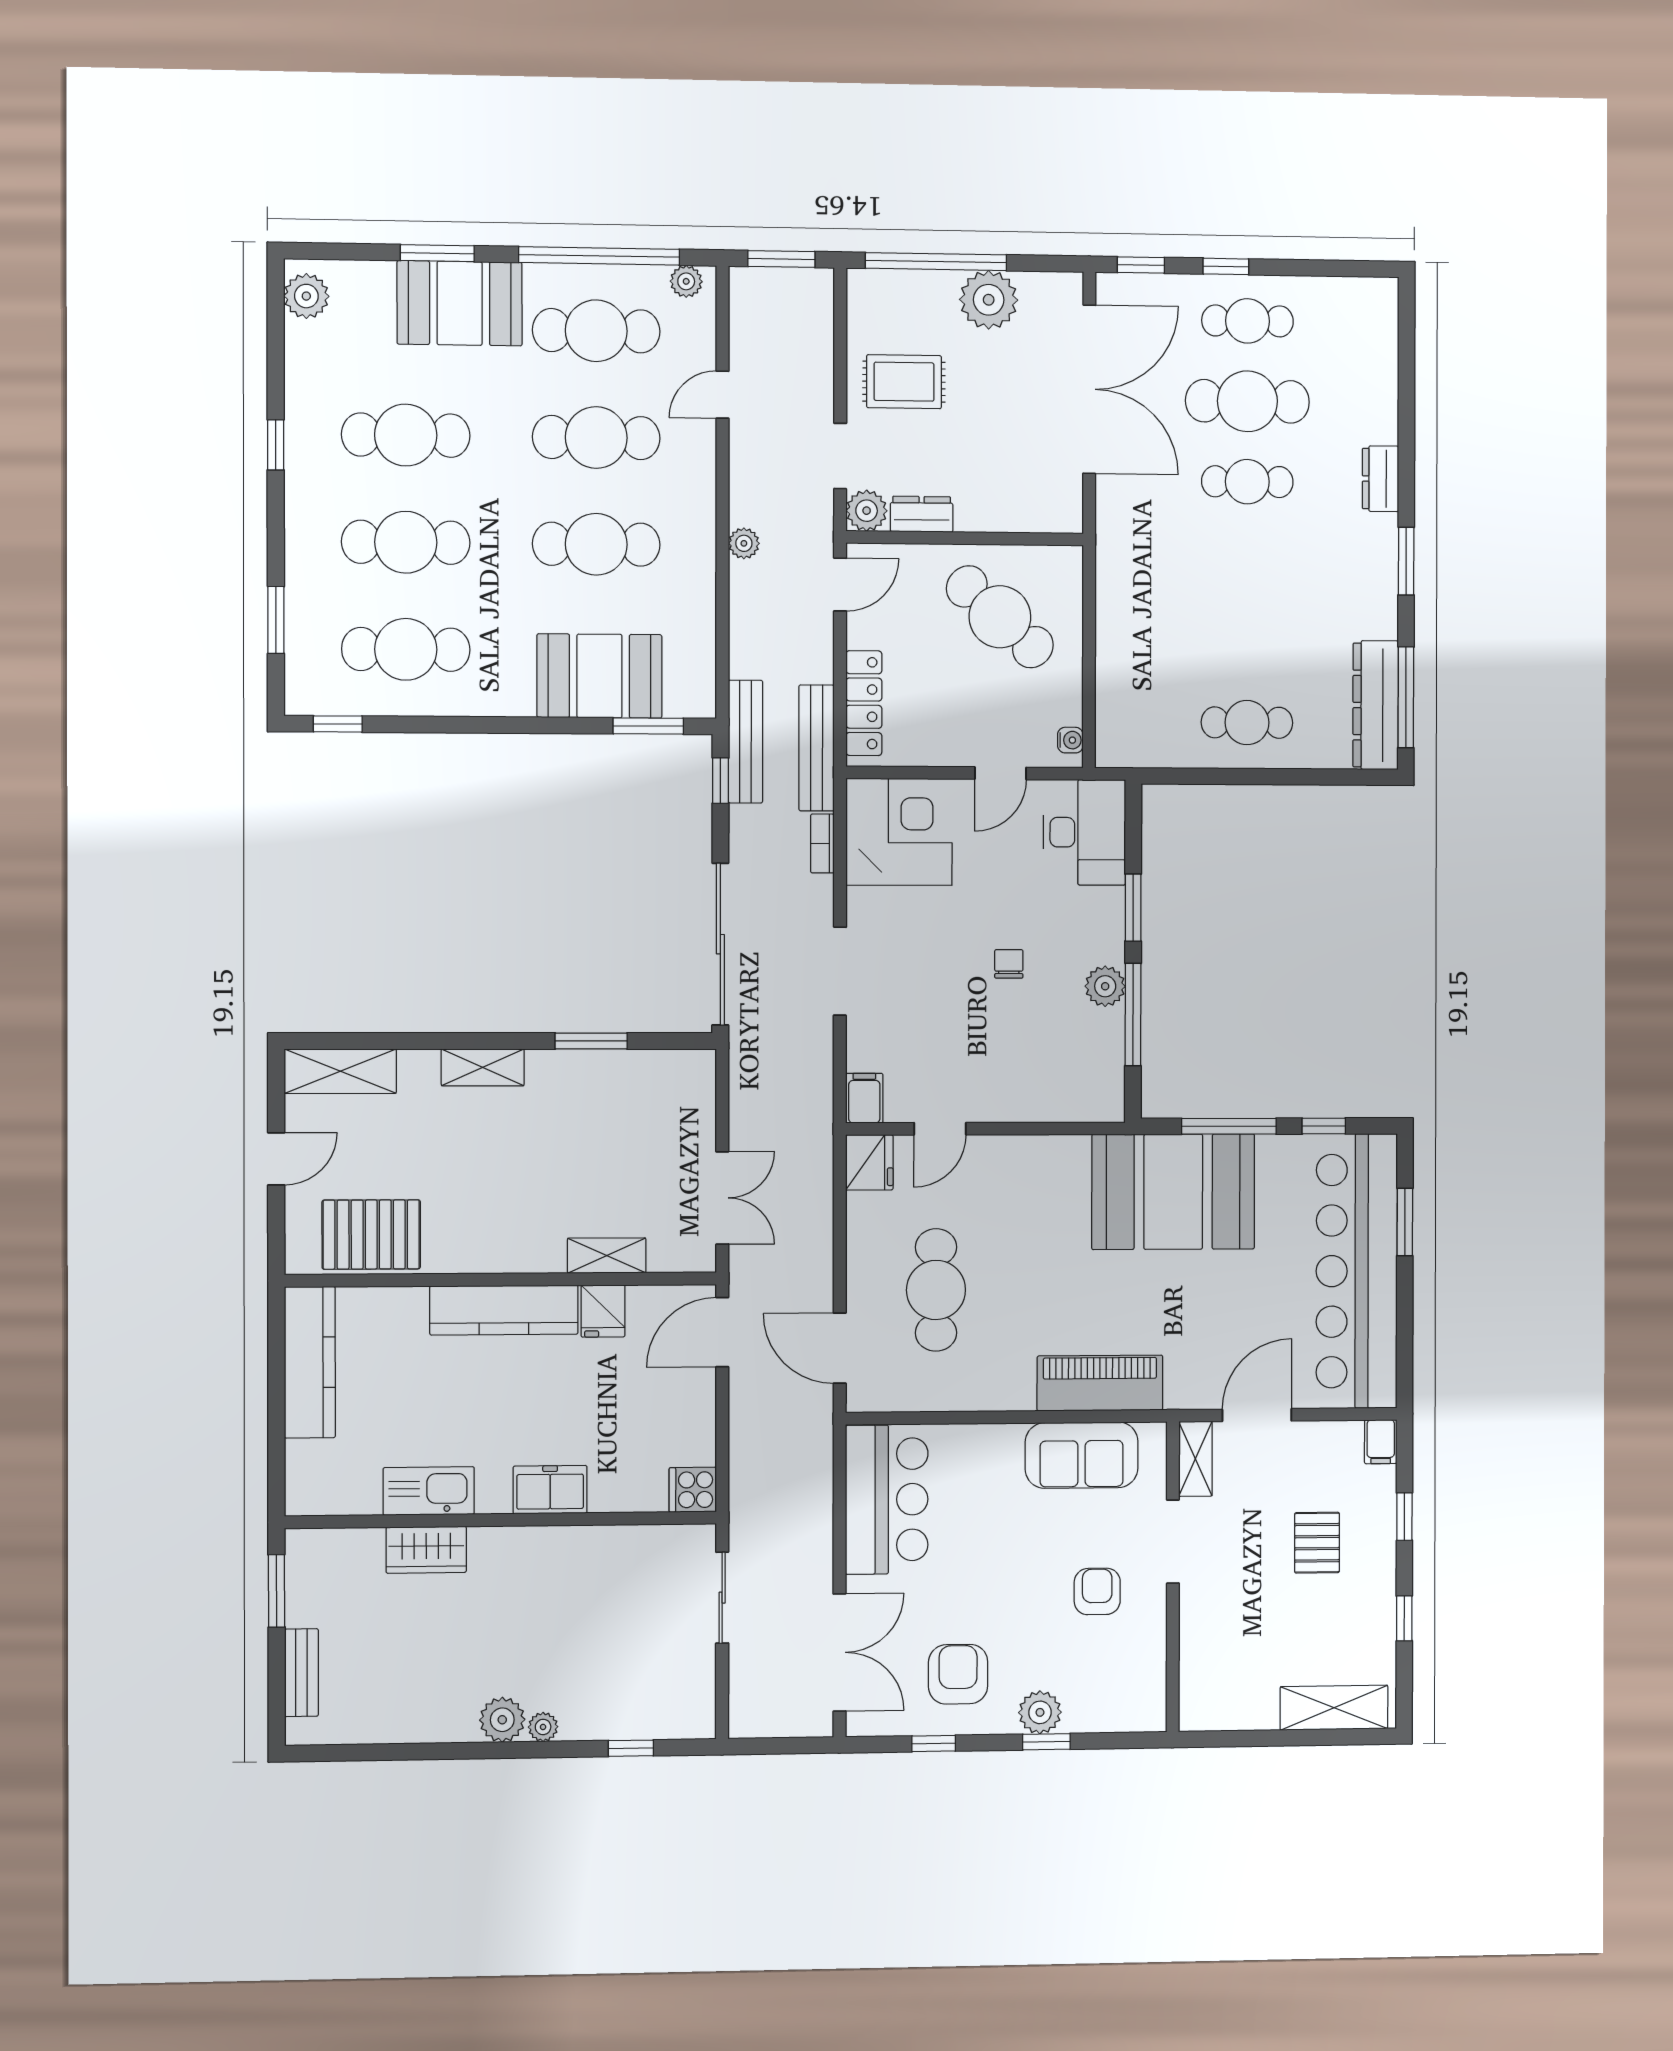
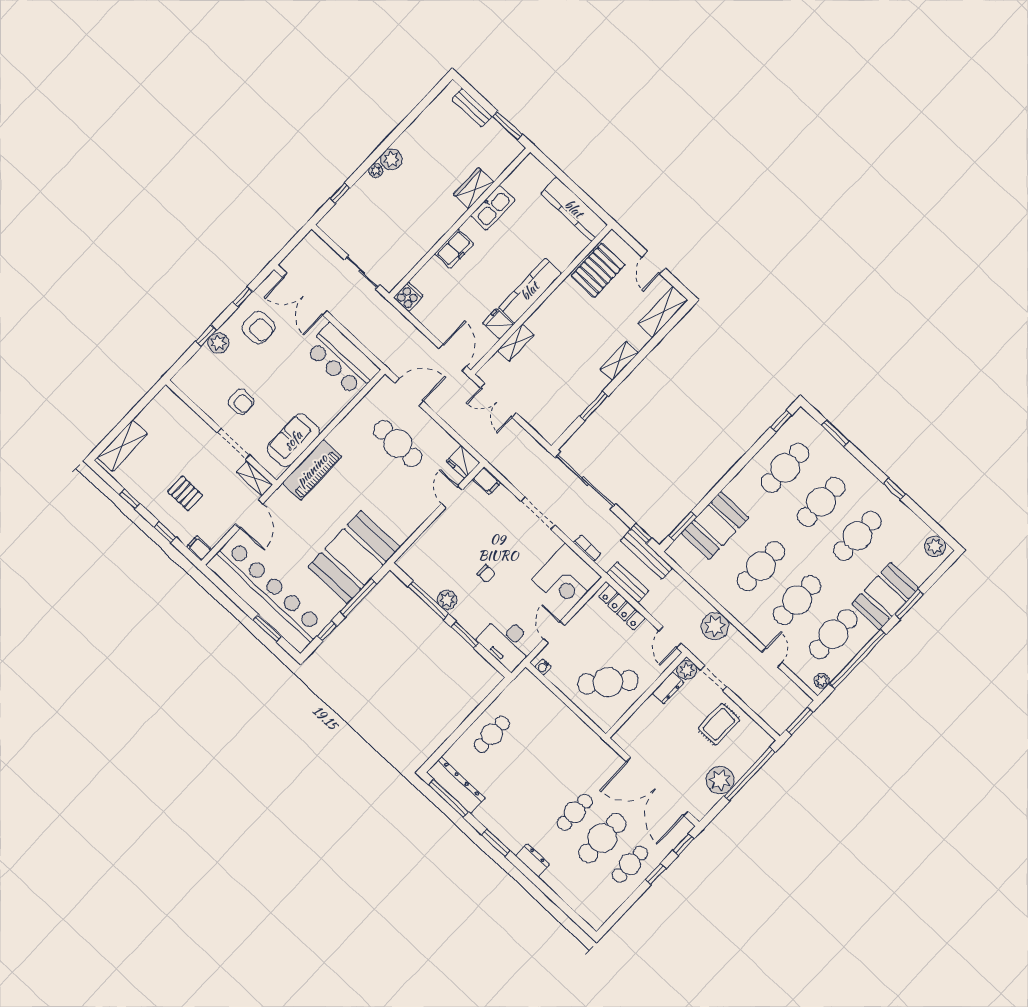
plant: (744, 543) -> (715, 626), width x1.88, depth x1.88
bench: (817, 748) -> (627, 582), width x0.73

